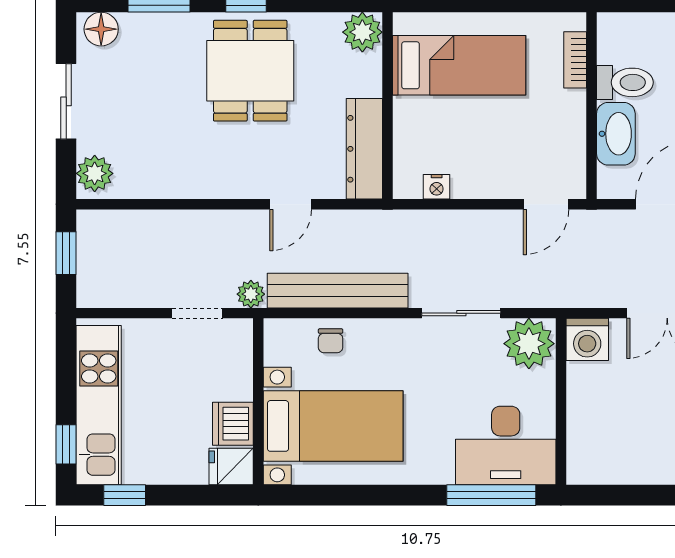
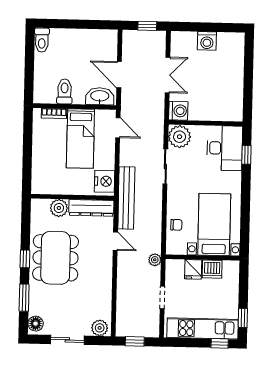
plant: (362, 32) -> (59, 208), moved
bed: (459, 65) -> (80, 138), moved, turned 180
dining table: (250, 71) -> (56, 258), width x1.38
washbasin: (616, 134) -> (100, 96), moved
nightstand: (437, 187) -> (105, 181), width x1.89, depth x1.79
bench: (338, 291) -> (126, 198), moved
doorway: (197, 313) -> (162, 298), moved
fridge: (231, 466) -> (193, 269), moved
window: (491, 495) -> (246, 155), width x0.46

